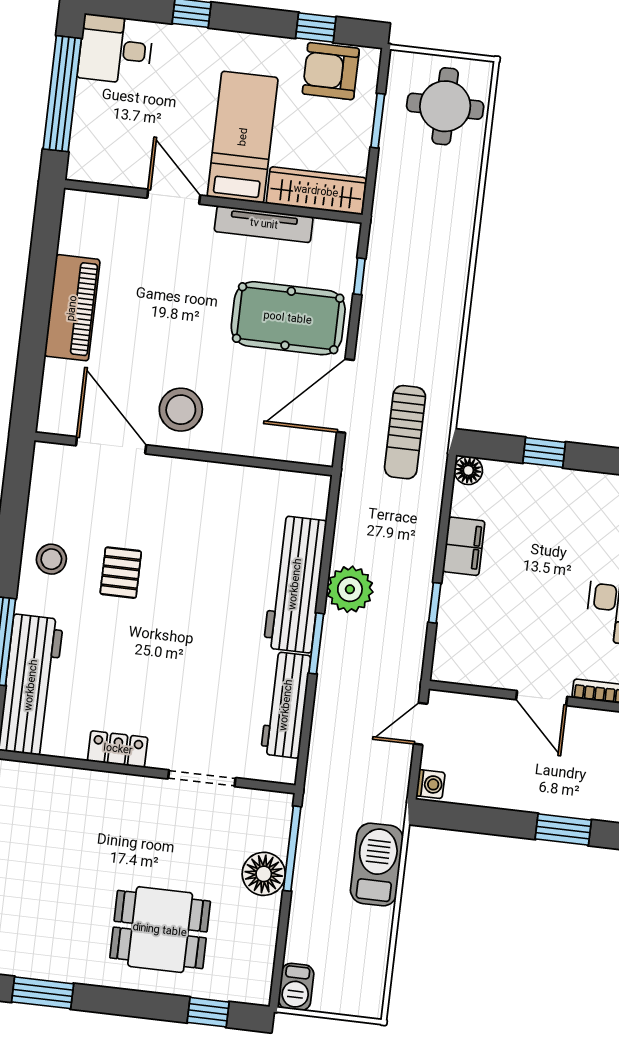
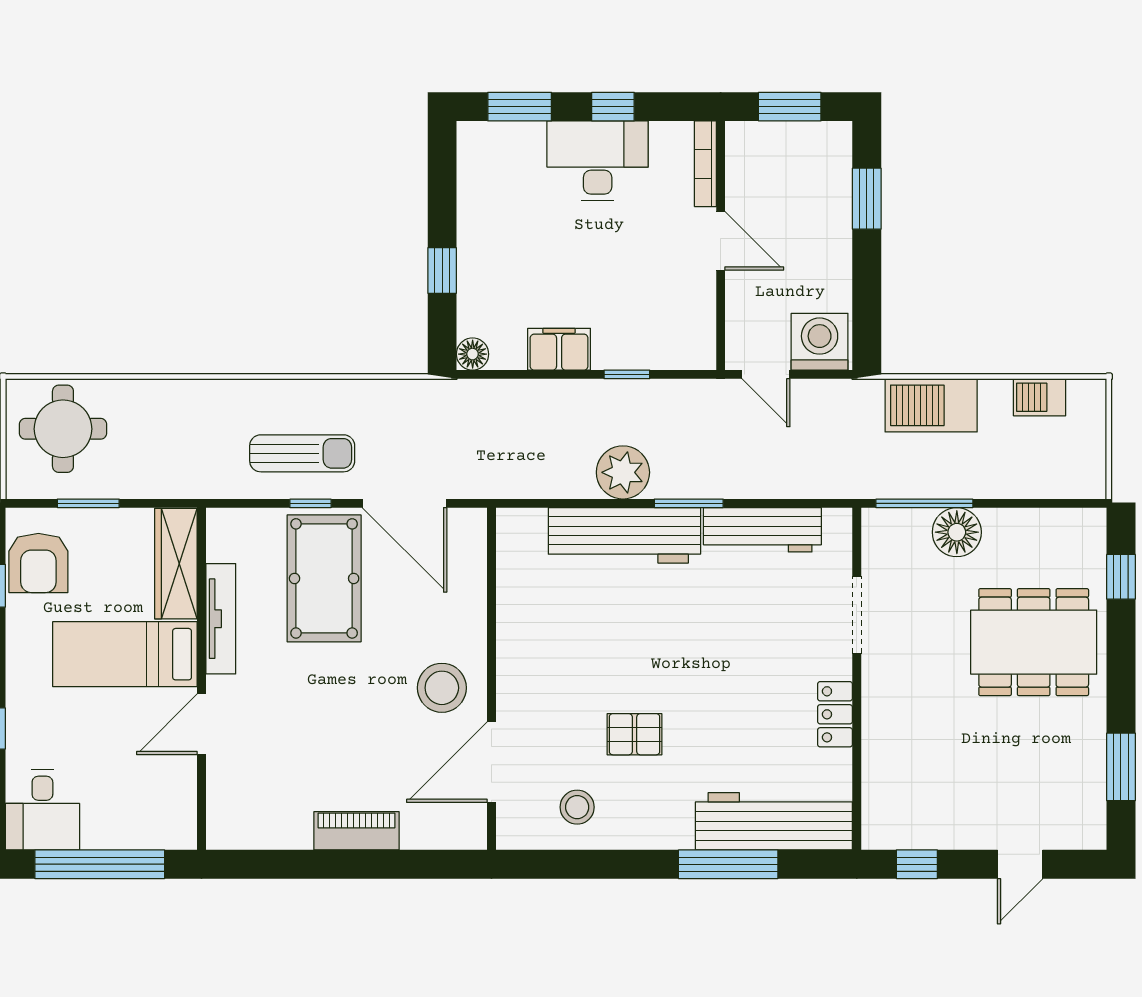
window: (359, 276) -> (311, 503), moved
piano: (72, 308) -> (357, 831), width x0.73, depth x0.75
sun lounger: (405, 432) -> (302, 453), moved
stool: (51, 559) -> (577, 807), moved
door: (542, 698) -> (721, 241), hinge flipped
washing machine: (431, 784) -> (820, 342), width x1.89, depth x1.89
dining table: (160, 930) -> (1034, 642), width x1.38
barbecue: (296, 987) -> (1040, 397), moved, turned 180

